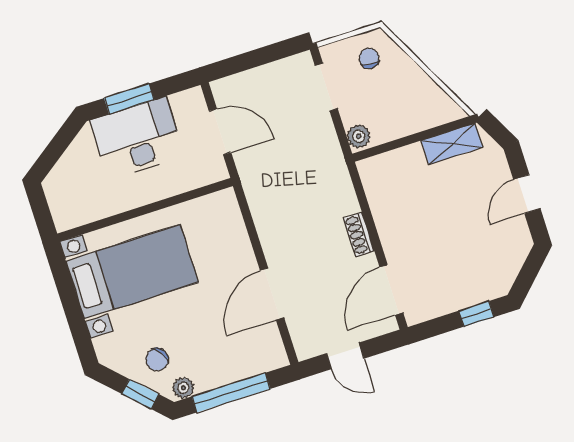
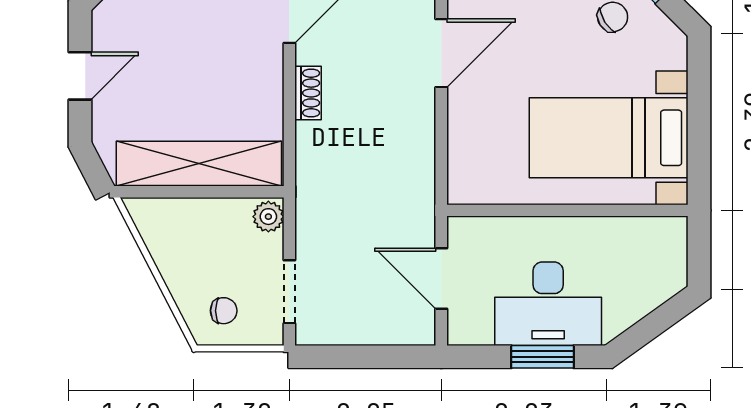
chair: (369, 58) -> (224, 311), turned -95
shelving: (452, 144) -> (199, 164), width x2.20, depth x1.33

